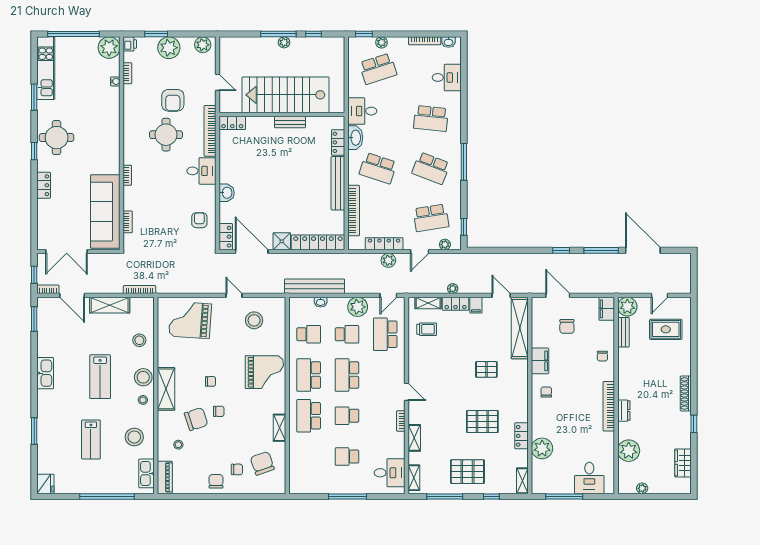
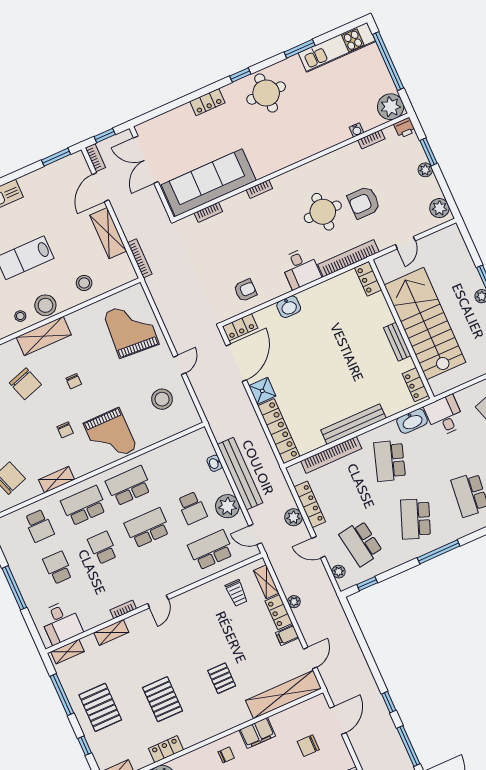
plant: (169, 48) -> (425, 170), width x0.53, depth x0.53
locker: (338, 142) -> (415, 385), moved, turned -90
bench: (315, 286) -> (240, 474), moved
school desk: (309, 334) -> (39, 526), moved
chair: (219, 411) -> (65, 430), moved

